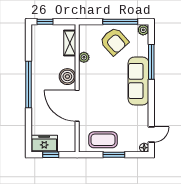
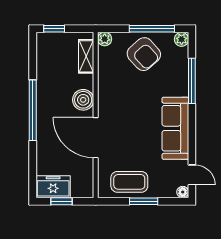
plant: (84, 57) -> (105, 39), moved
sofa: (138, 81) -> (175, 128), moved
door: (151, 134) -> (192, 175), hinge flipped

